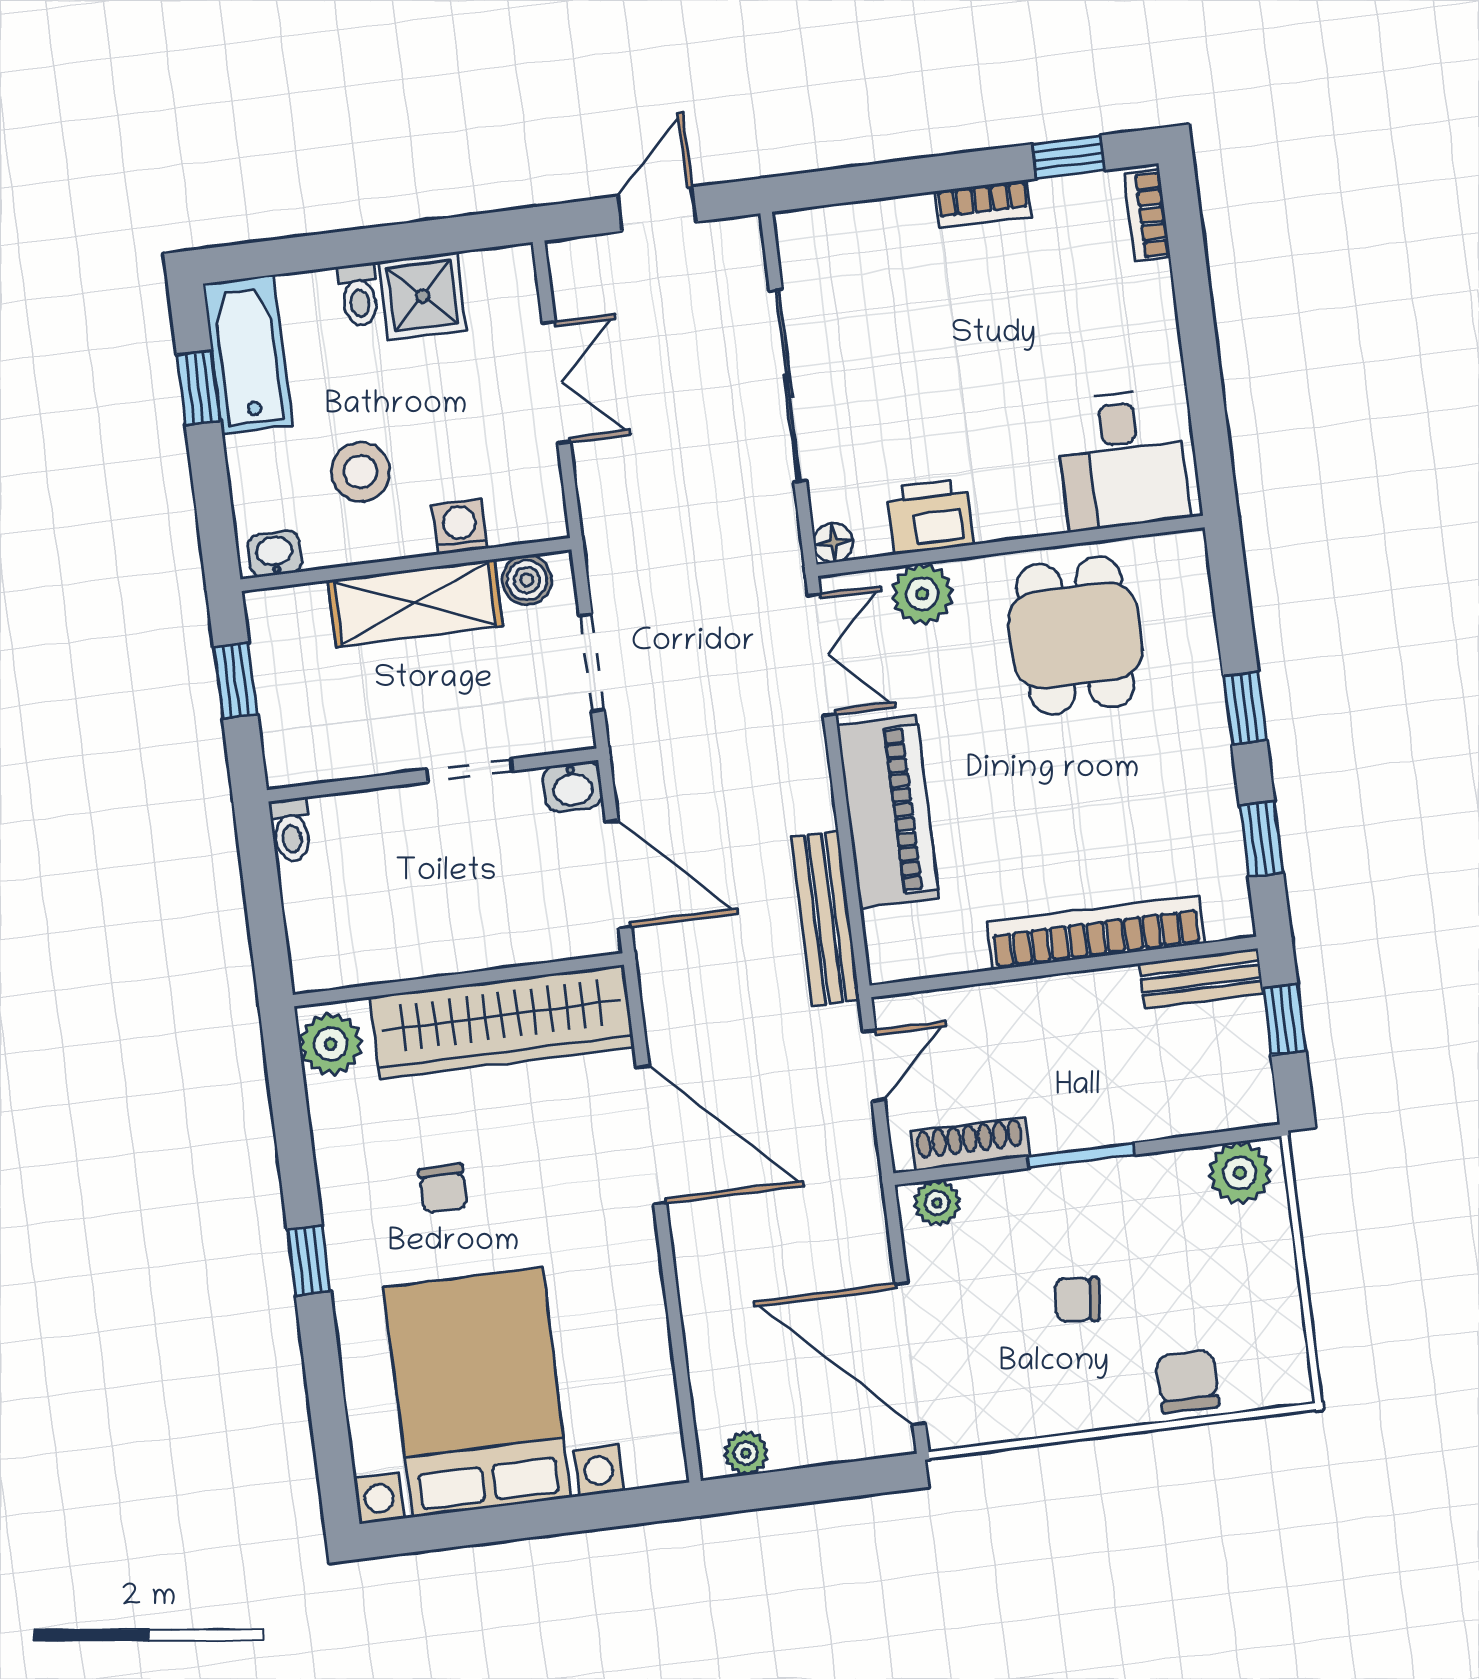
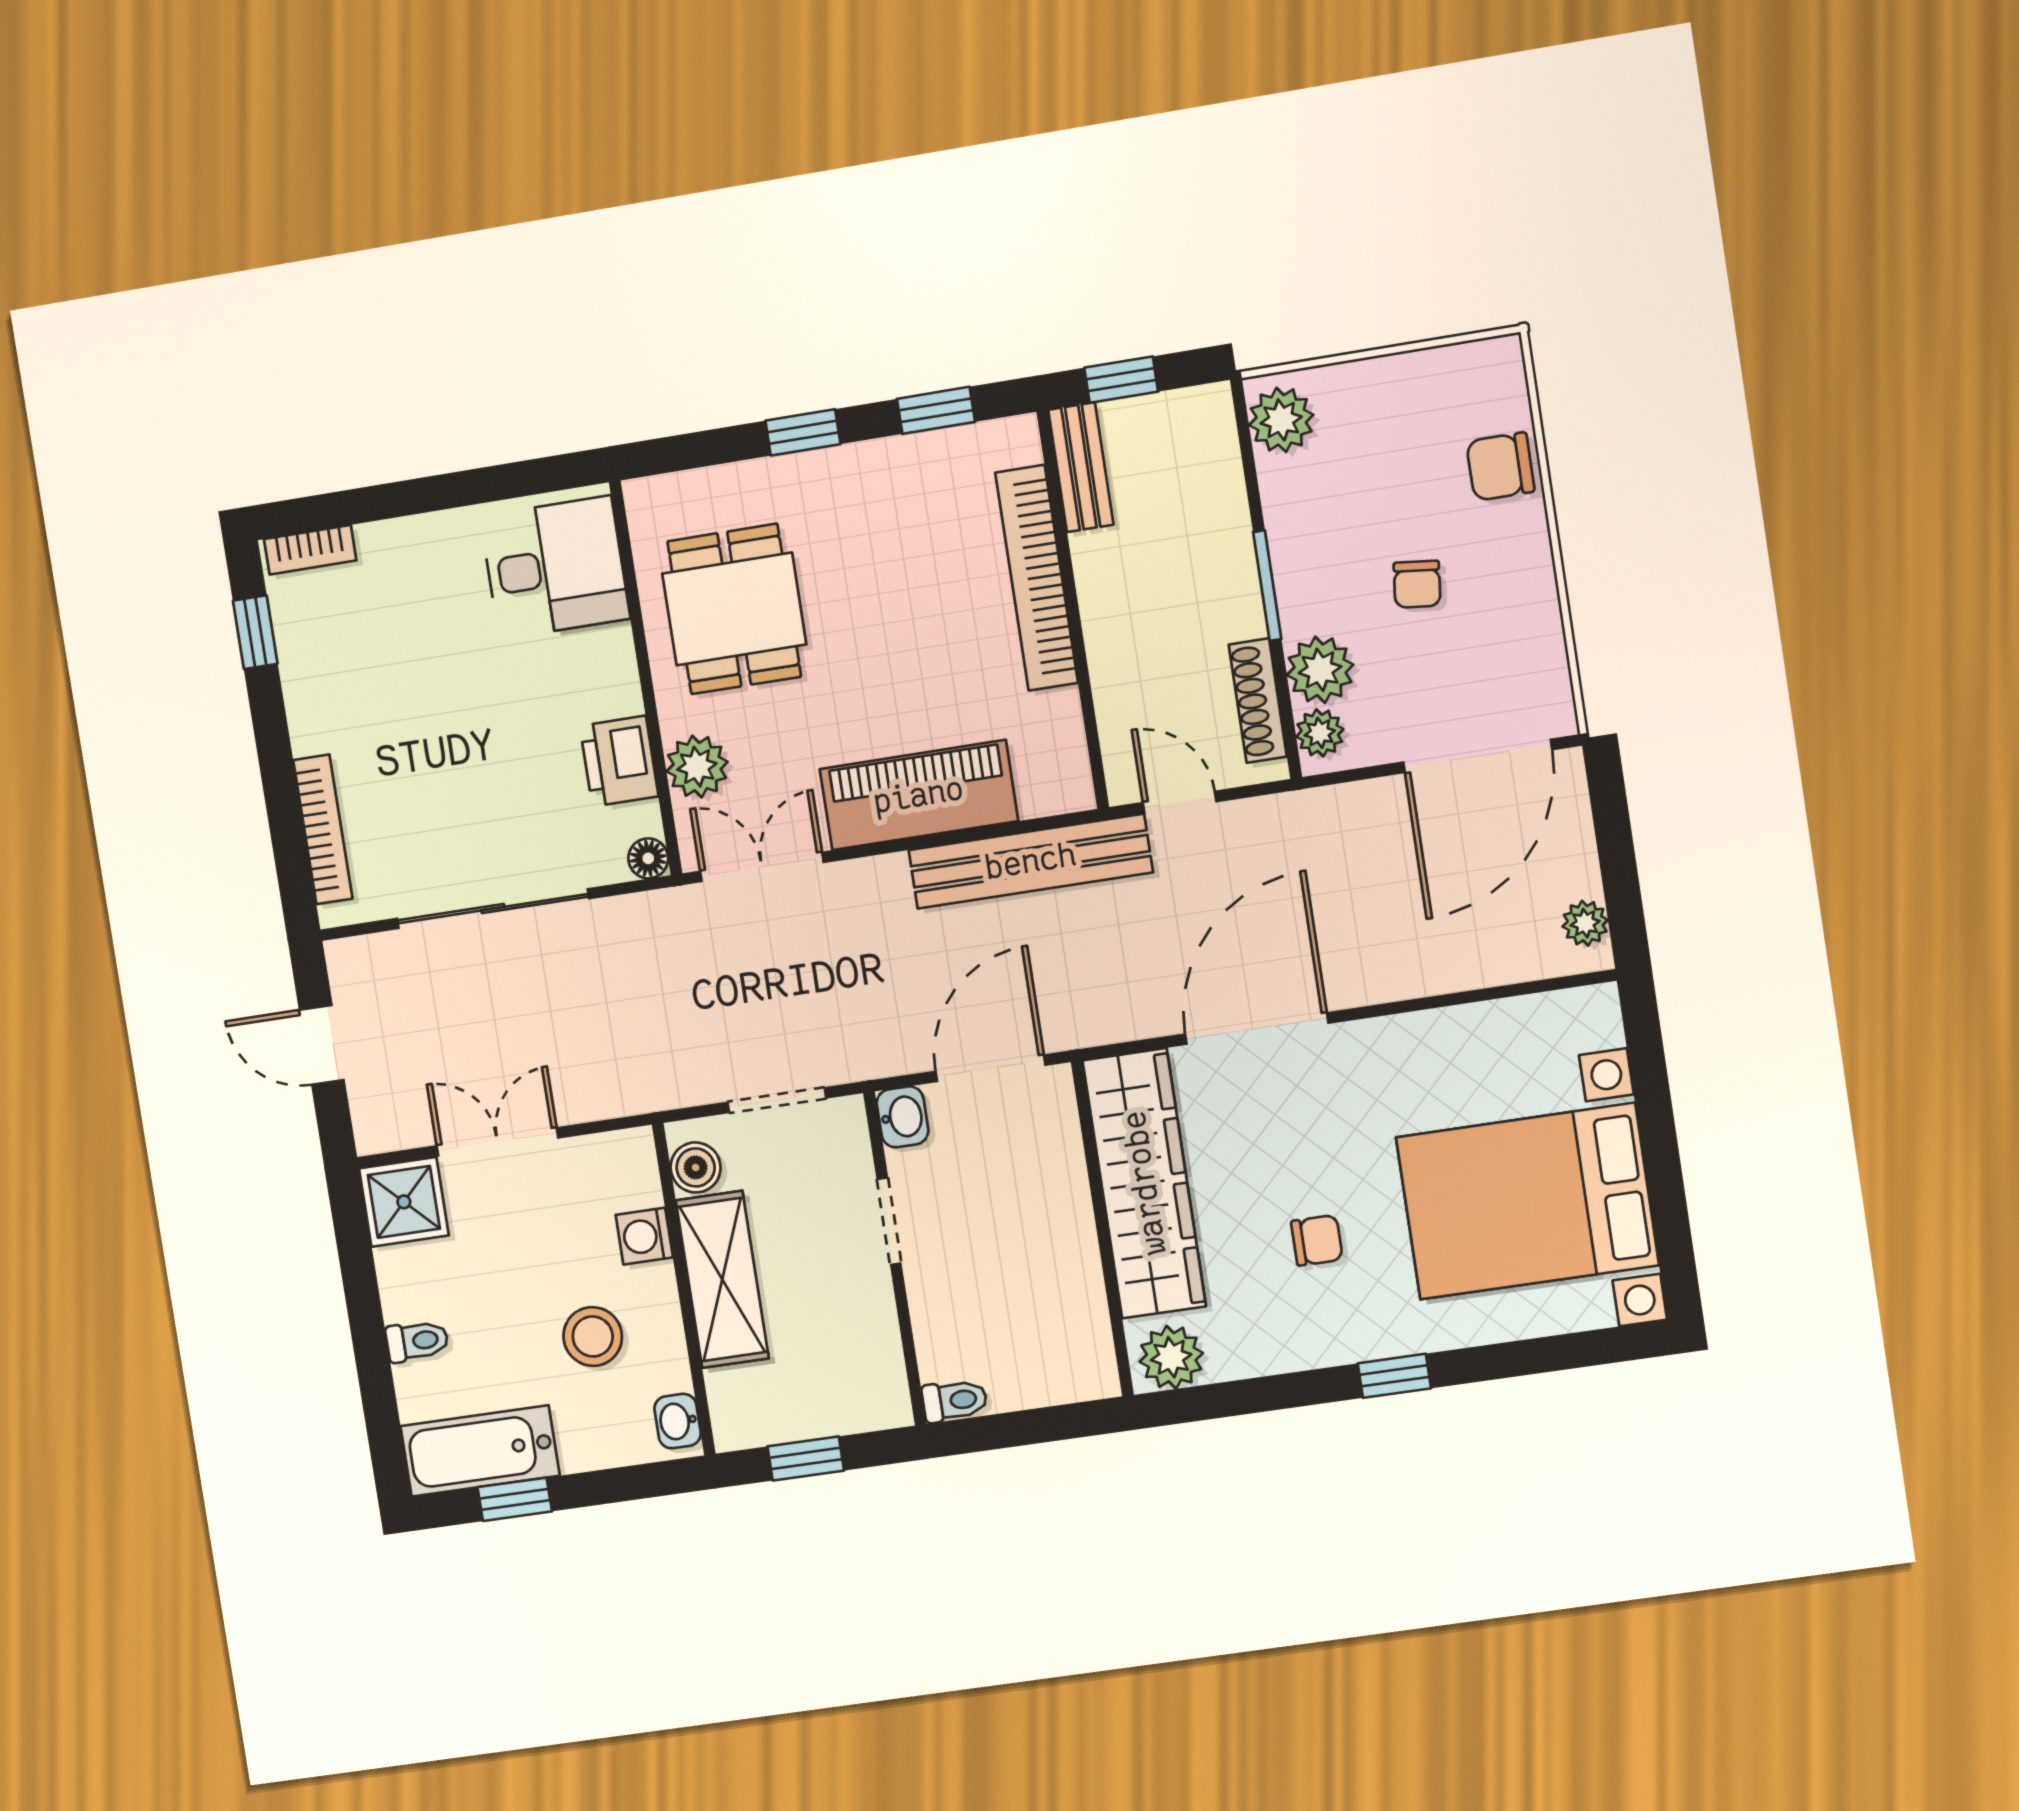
bookcase: (983, 204) -> (323, 829), moved, width x1.56
shower: (423, 296) -> (404, 1202), moved
dining table: (1075, 635) -> (734, 609), turned 90
bench: (825, 919) -> (1031, 861), width x1.37, depth x1.21
plant: (998, 1205) -> (1320, 670), added

